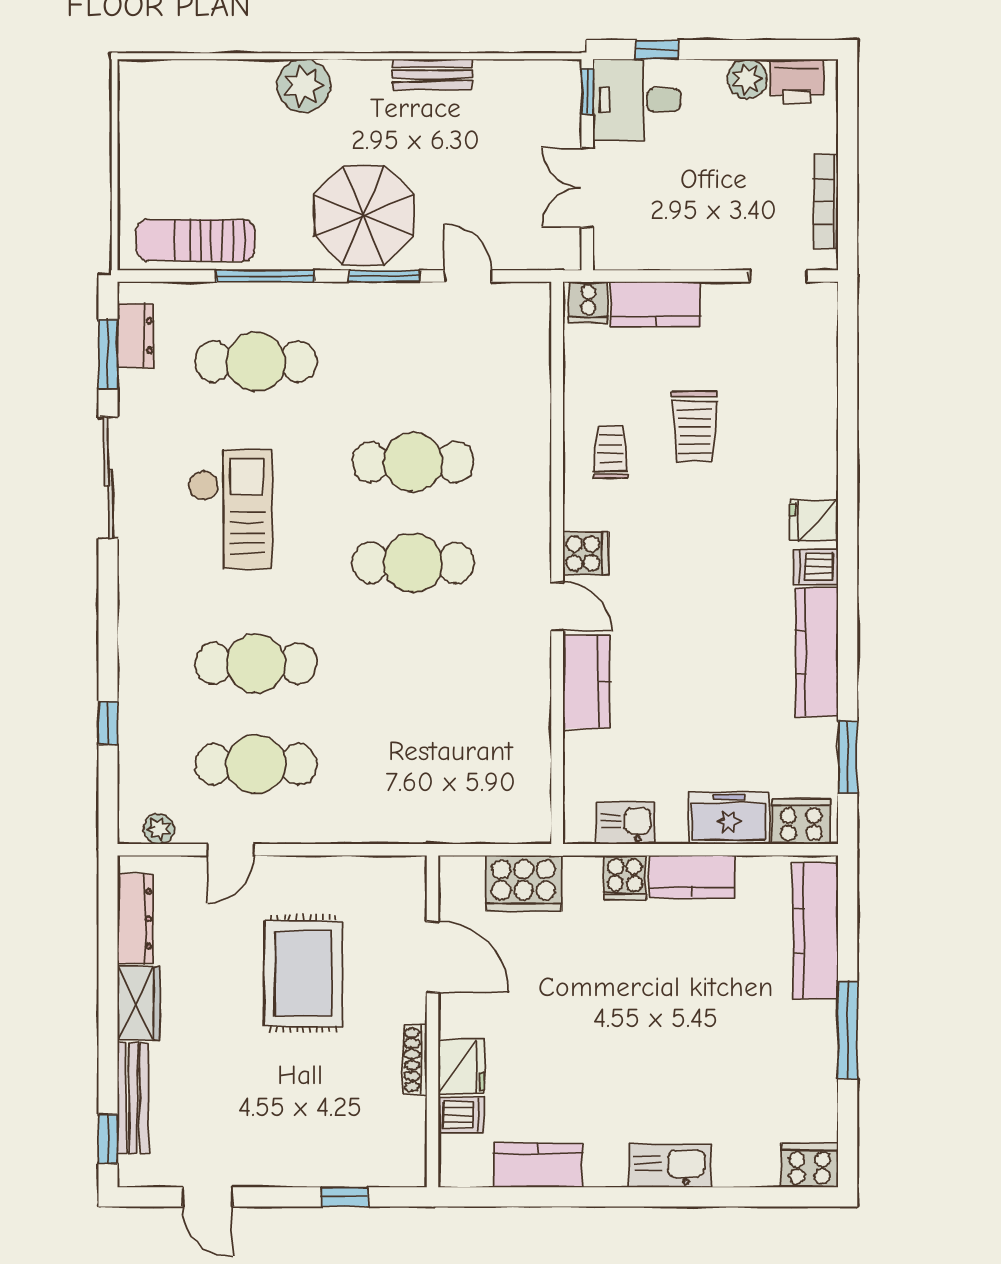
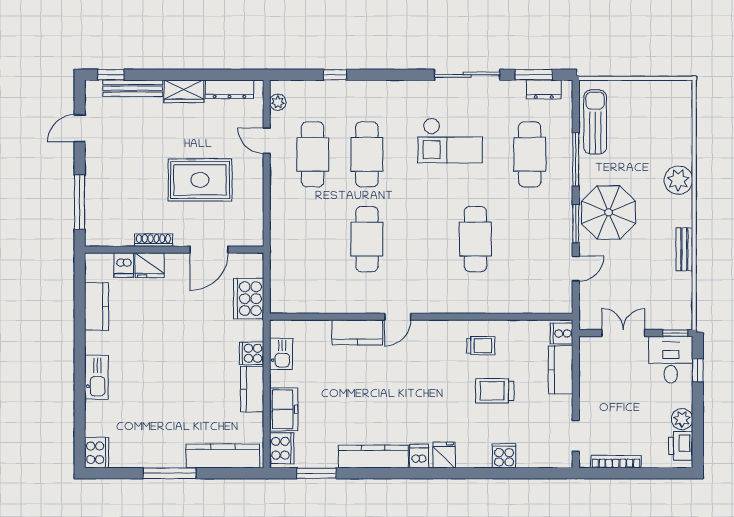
cooker: (586, 553) -> (504, 456), moved, turned 180
cafe table: (413, 563) -> (367, 239), moved
window: (345, 1197) -> (80, 202), width x2.17

